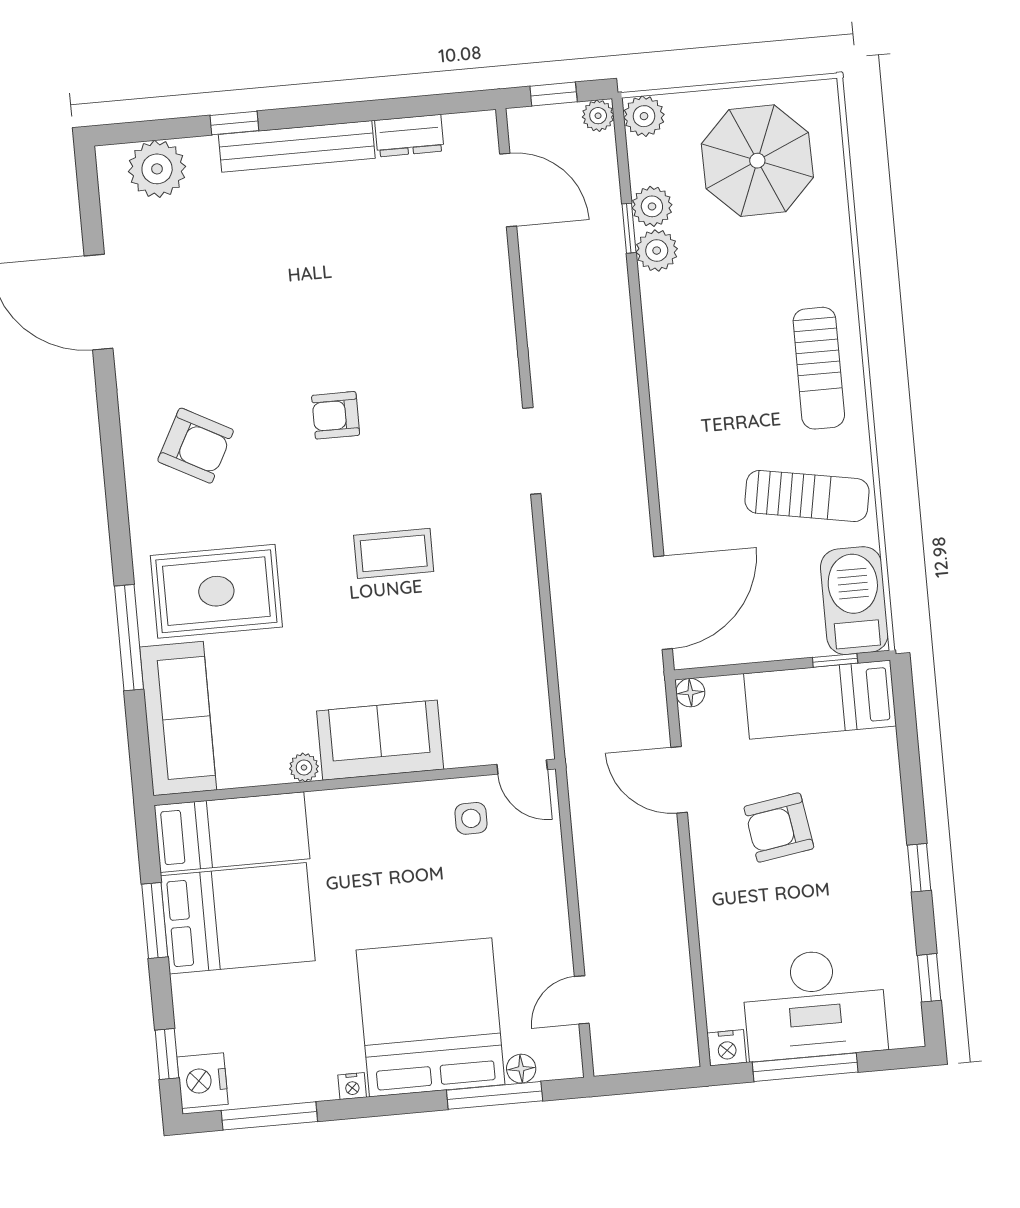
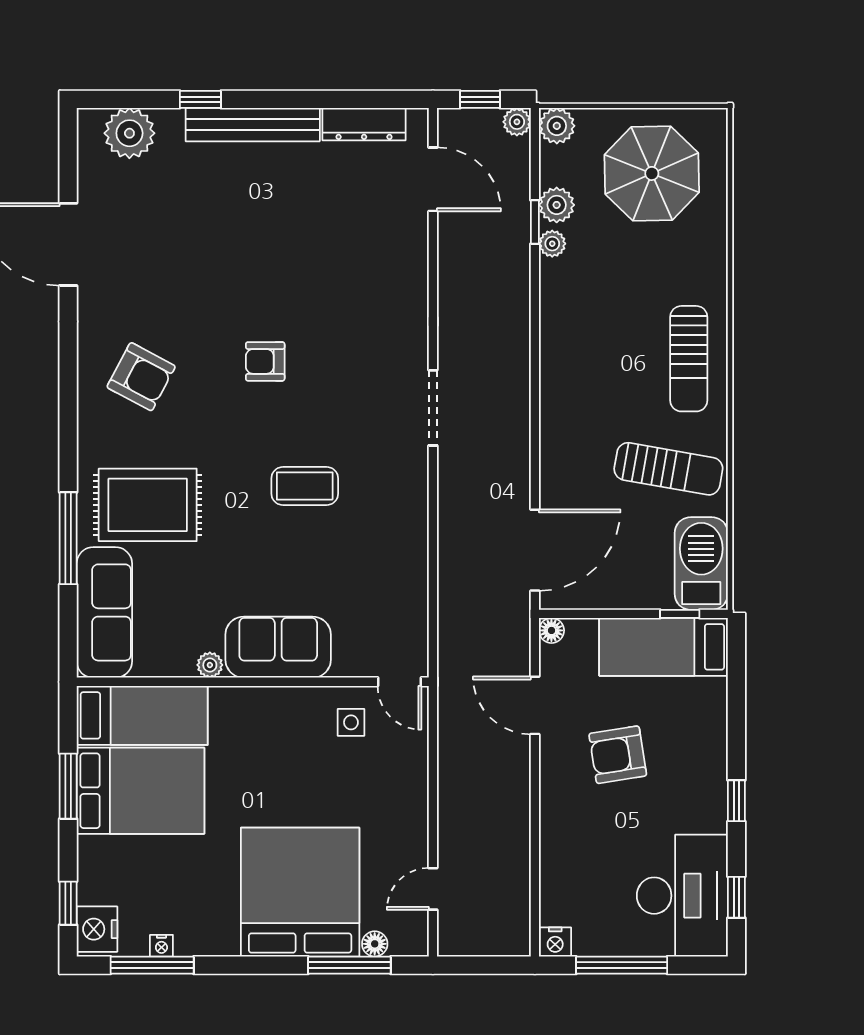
dresser: (409, 136) -> (364, 124), width x1.44
plant: (657, 251) -> (552, 244), width x0.73, depth x0.73
desk: (814, 1004) -> (682, 896), moved, turned -90
nightstand: (352, 1086) -> (161, 946), moved

